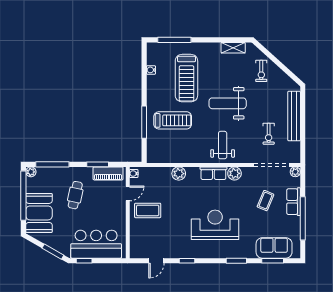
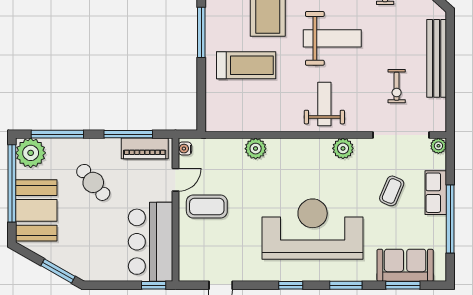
weight bench: (228, 103) -> (332, 38), turned 180
window: (144, 122) -> (201, 32), moved
window: (98, 164) -> (128, 134), width x1.44
plant: (31, 172) -> (31, 153), width x1.87, depth x1.87
row of seats: (213, 173) -> (310, 148), removed
cafe table: (75, 195) -> (93, 182), turned -52
reception desk: (215, 225) -> (313, 229), width x1.36, depth x1.30
bar counter: (96, 244) -> (151, 242), moved, turned -90
window: (84, 261) -> (154, 285), moved
window: (187, 261) -> (291, 285), moved

